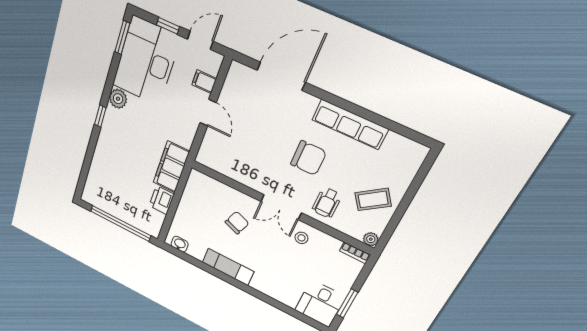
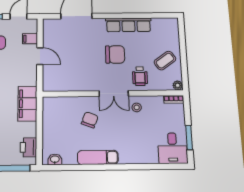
printer: (162, 200) -> (28, 147), moved

